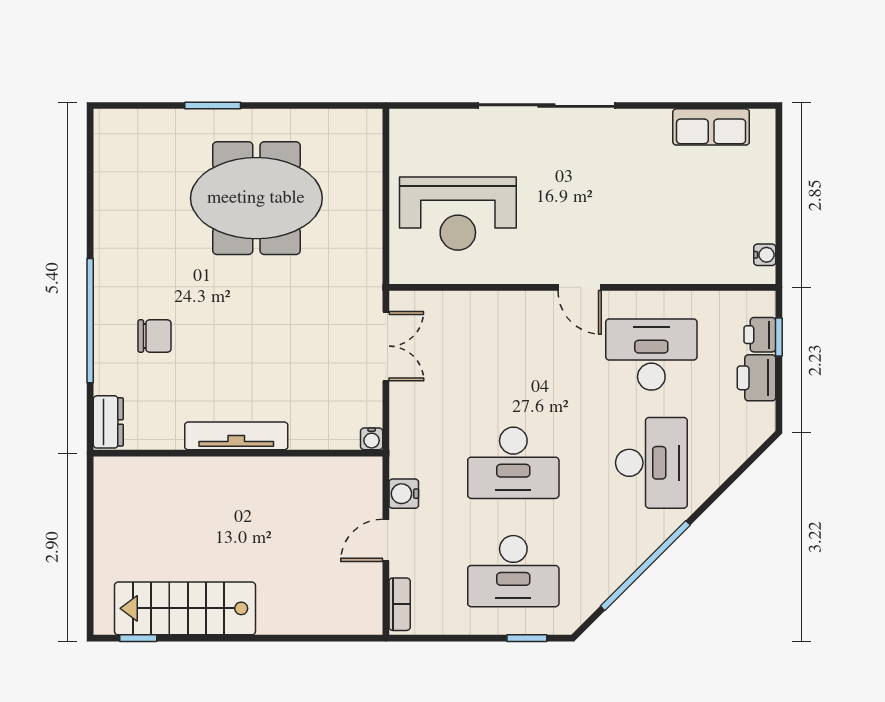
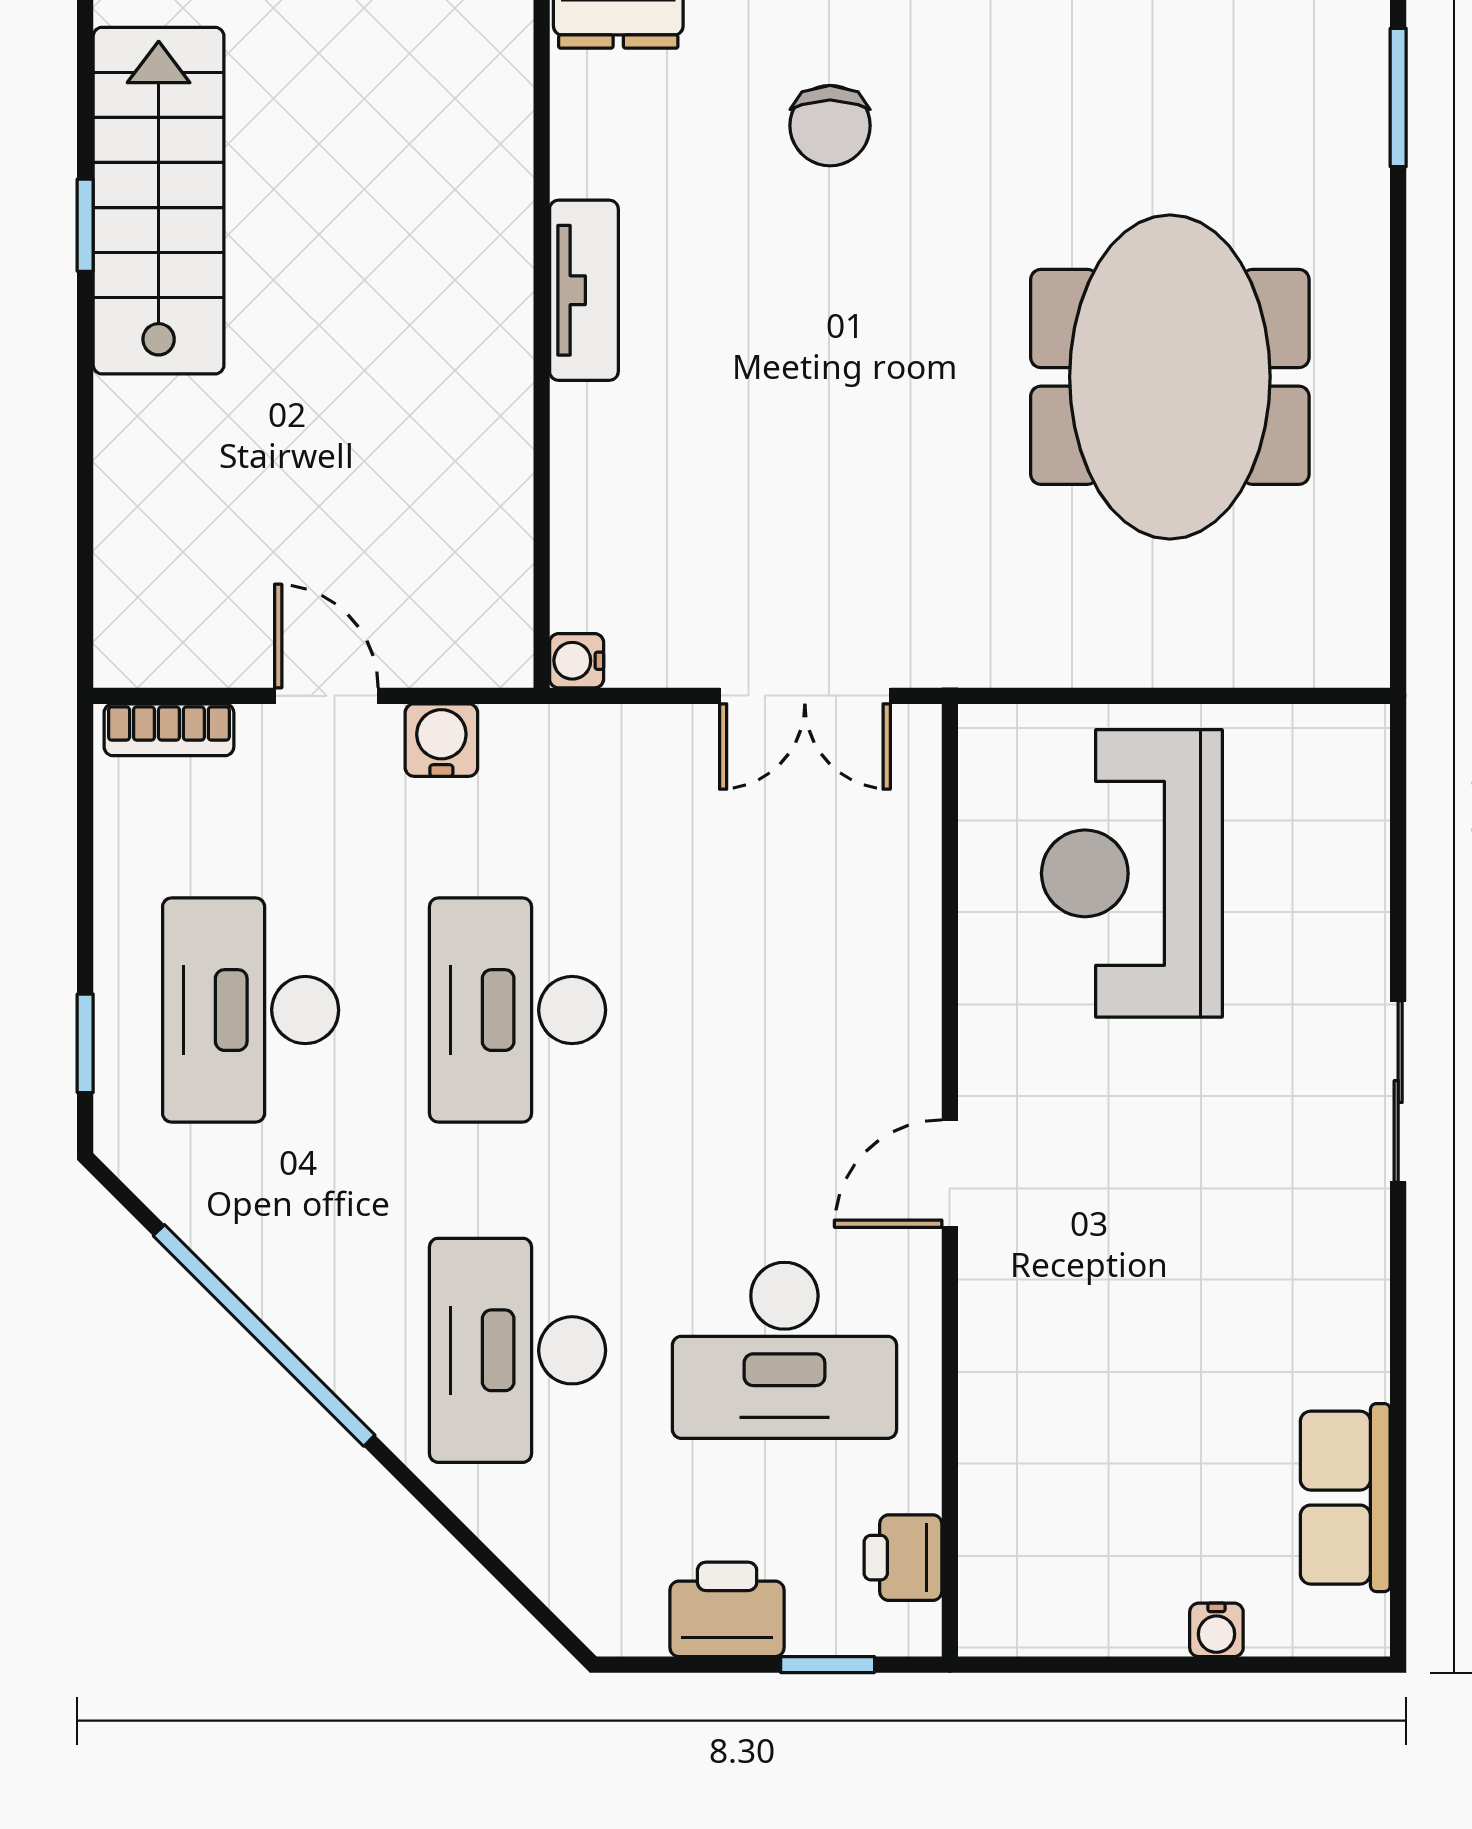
window: (213, 106) -> (1398, 97), moved
sliding door: (546, 106) -> (1398, 1091), width x0.54
water cooler: (765, 255) -> (1216, 1630), moved
printer: (760, 335) -> (903, 1558), moved, turned -90
desk: (651, 355) -> (784, 1350), turned 90
tv unit: (236, 436) -> (584, 290), width x0.71
desk: (651, 463) -> (518, 1350), turned 90
window: (138, 638) -> (85, 225), moved

